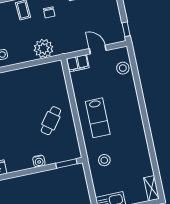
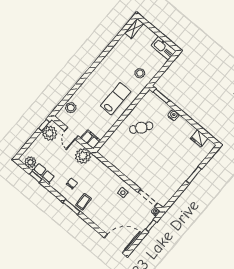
plant: (114, 28) -> (49, 133), added
plant: (44, 49) -> (83, 156), moved

